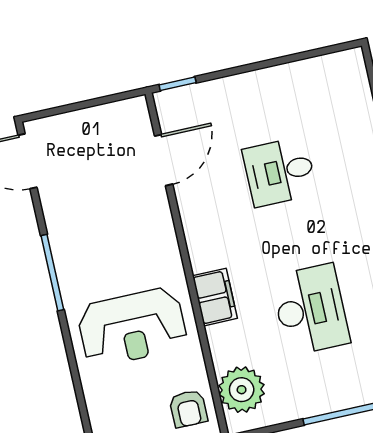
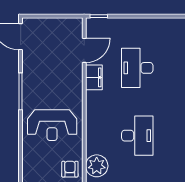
desk: (280, 172) -> (137, 68), width x1.37
filing cabinet: (215, 297) -> (94, 77), moved
armchair: (188, 409) -> (70, 169), turned 180

